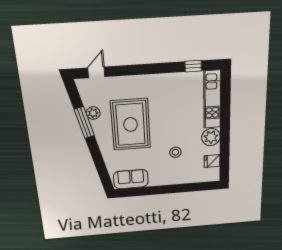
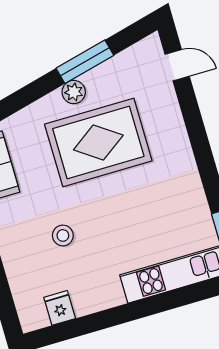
plant: (93, 113) -> (74, 92), moved
plant: (211, 137) -> (105, 292), removed

